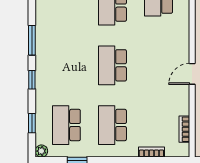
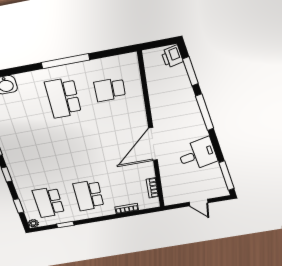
school desk: (112, 65) -> (77, 150), removed
door: (192, 74) -> (153, 144), width x1.88

